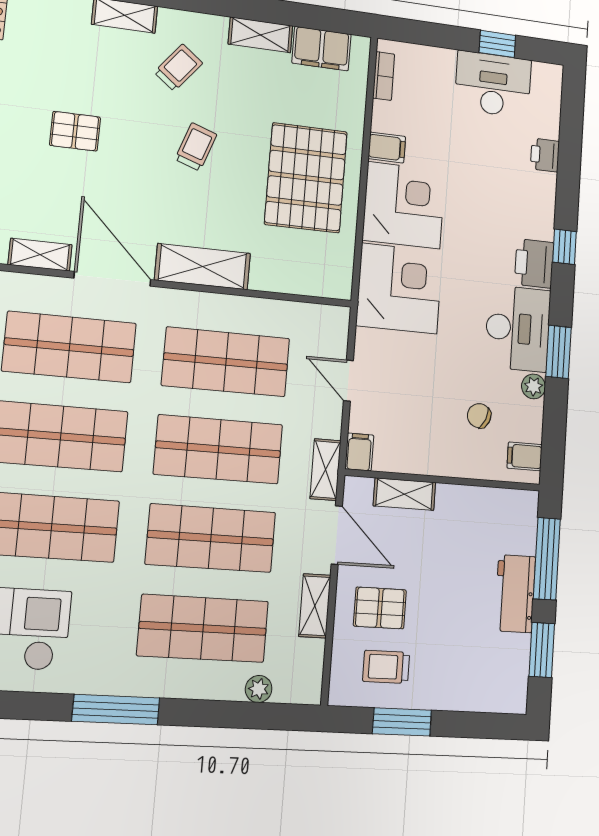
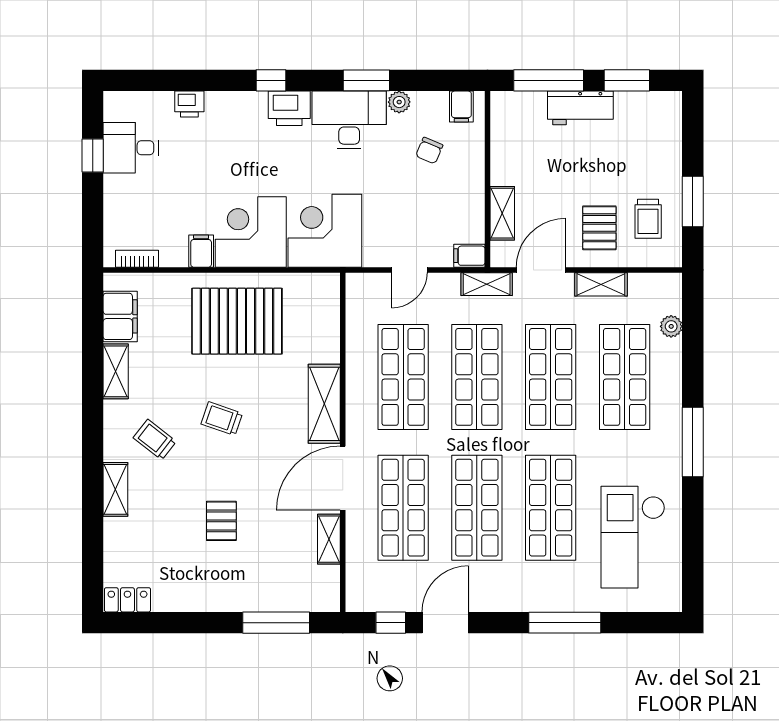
desk: (493, 84) -> (131, 148), width x0.73

